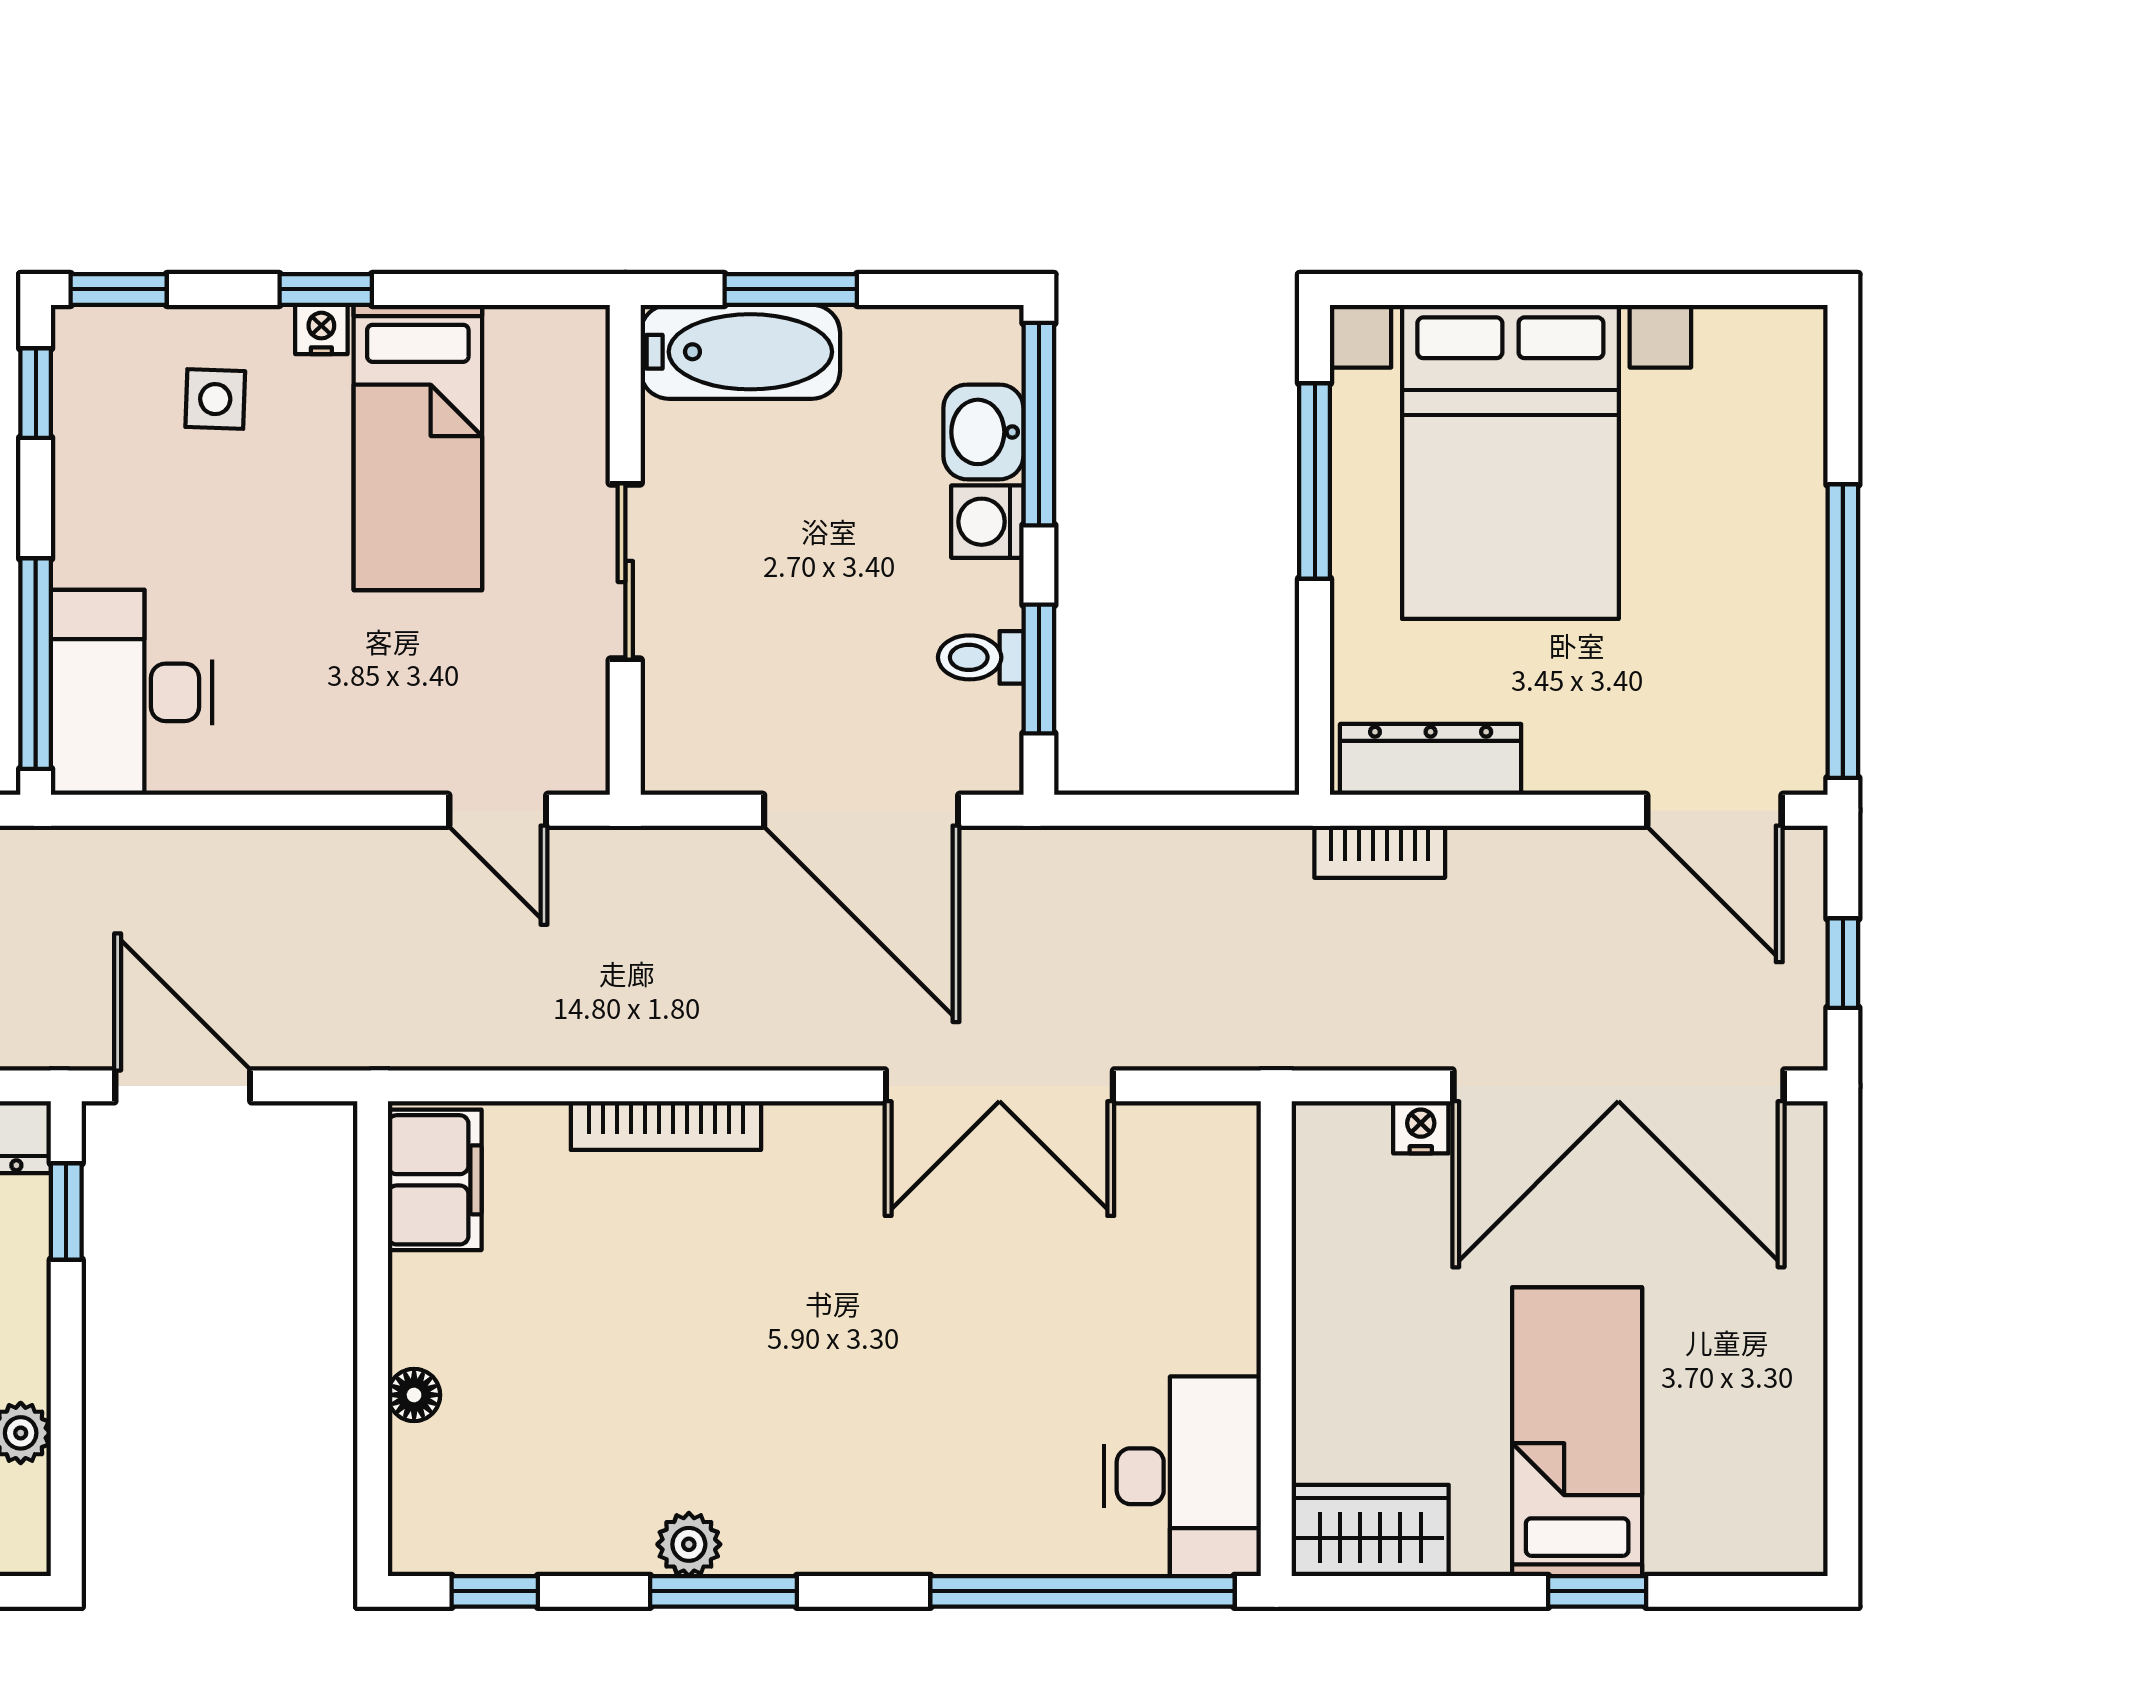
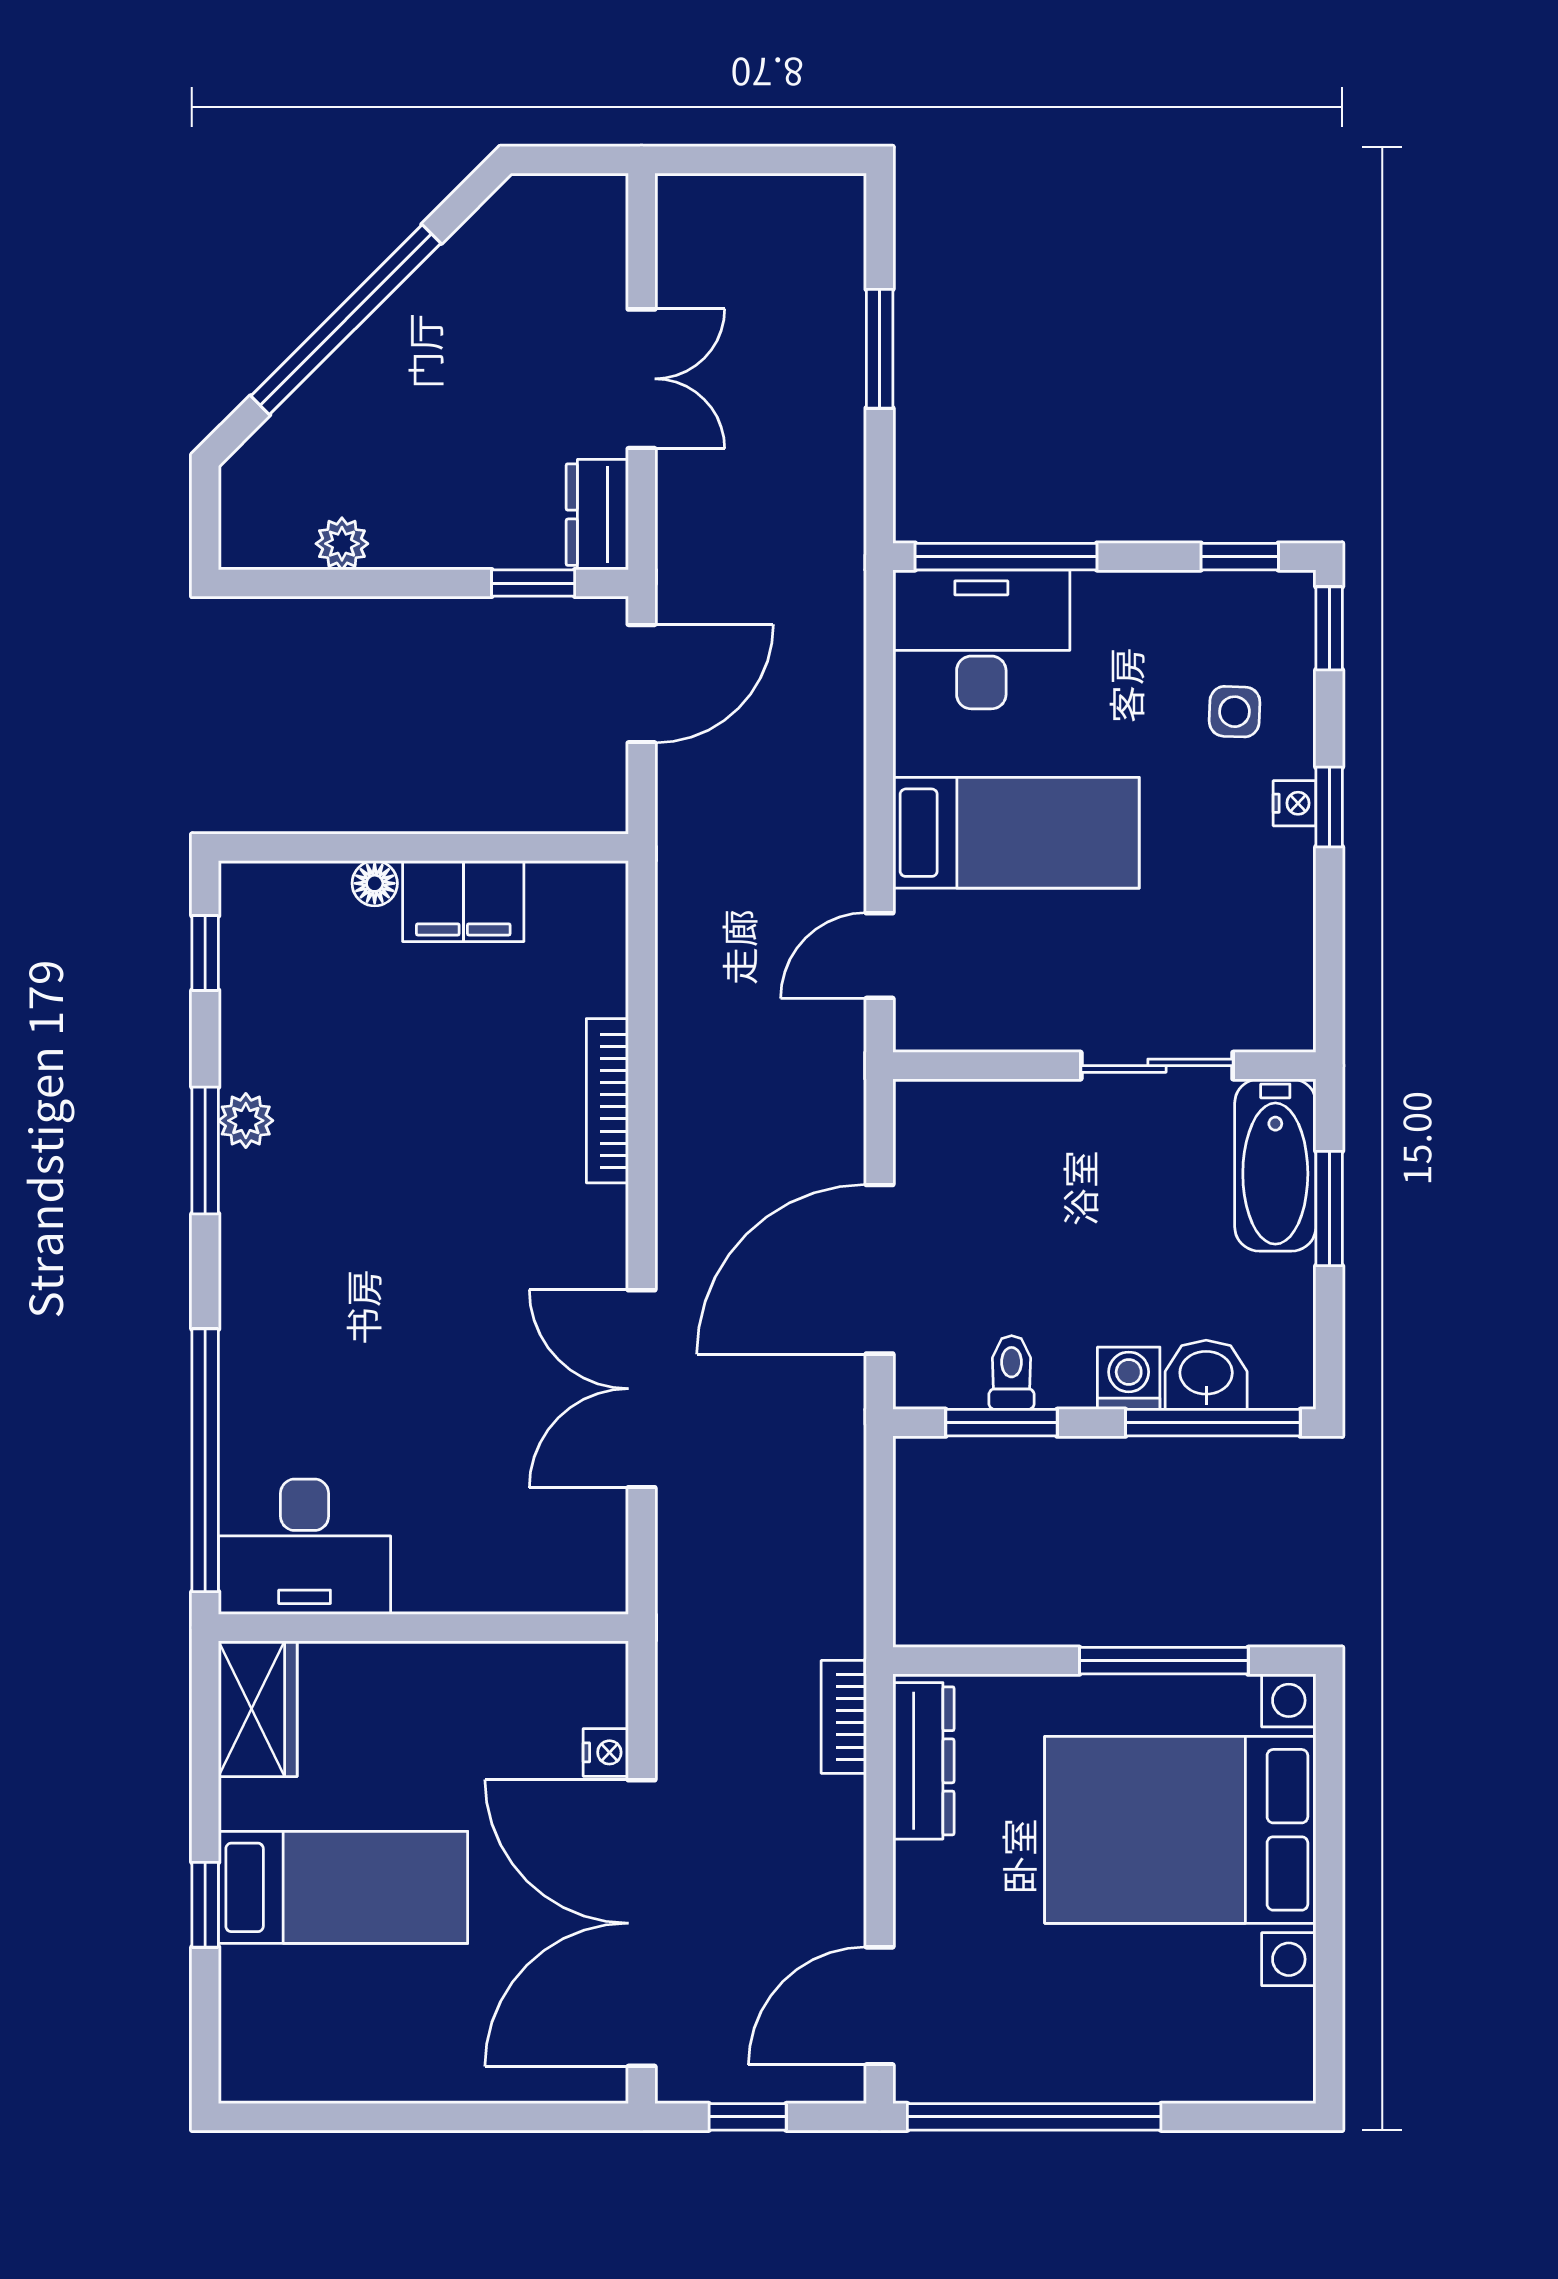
bed: (418, 447) -> (1016, 833), moved, turned 180
sliding door: (625, 571) -> (1157, 1066), moved
filing cabinet: (435, 1180) -> (463, 901), moved

